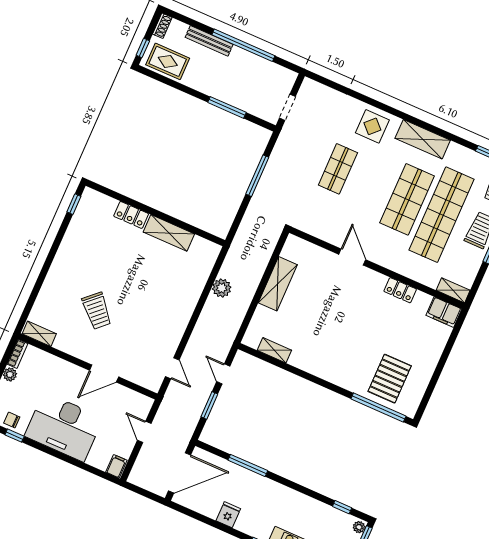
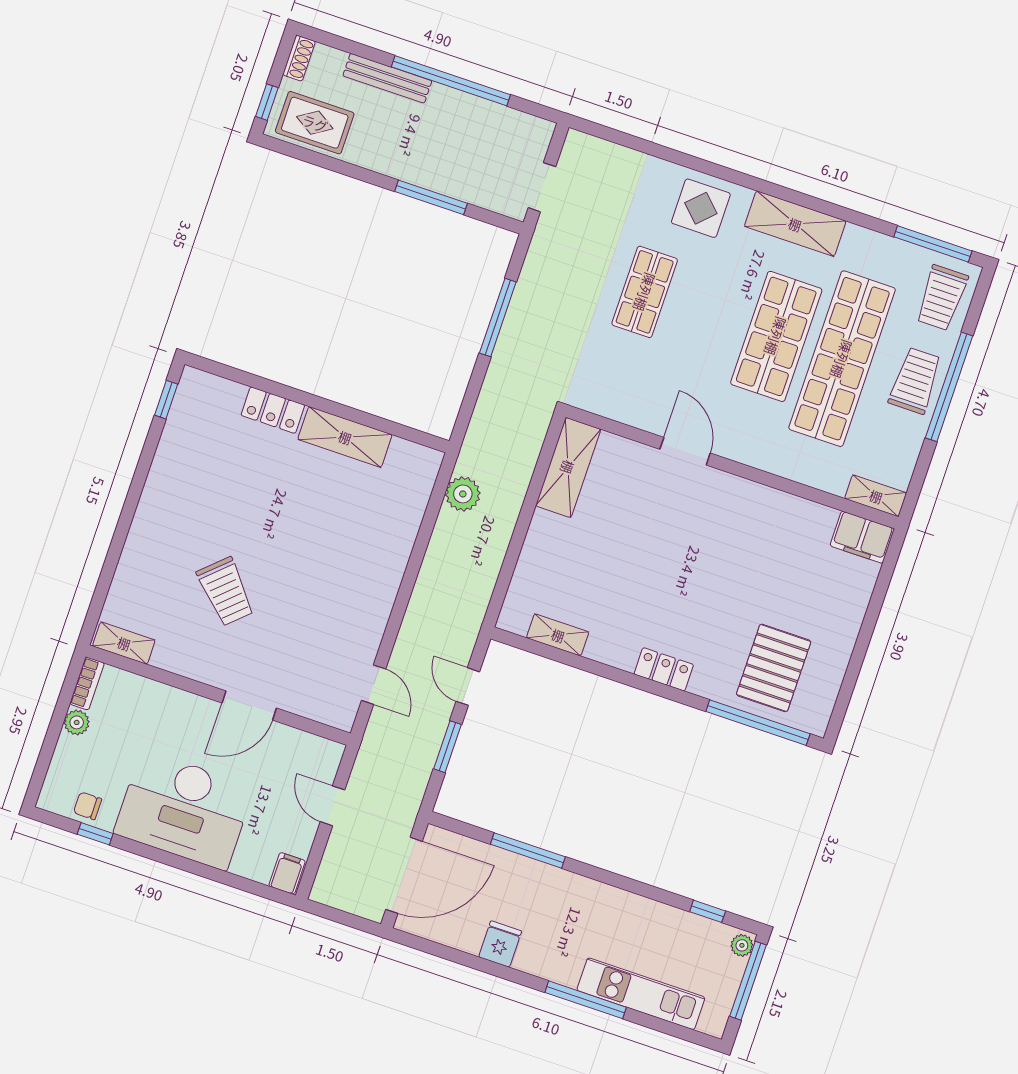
shelving: (278, 284) -> (568, 467), moved
plant: (222, 288) -> (463, 494), moved
locker: (400, 290) -> (664, 669), moved, turned 180

